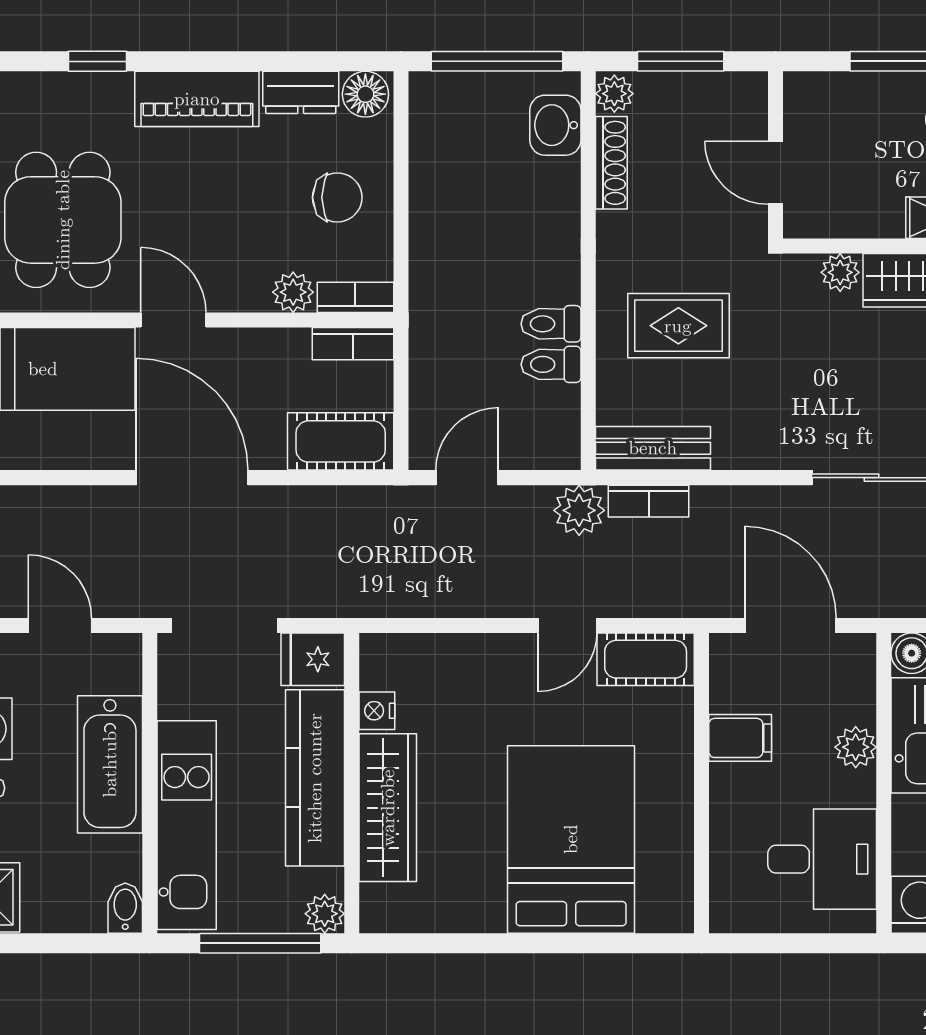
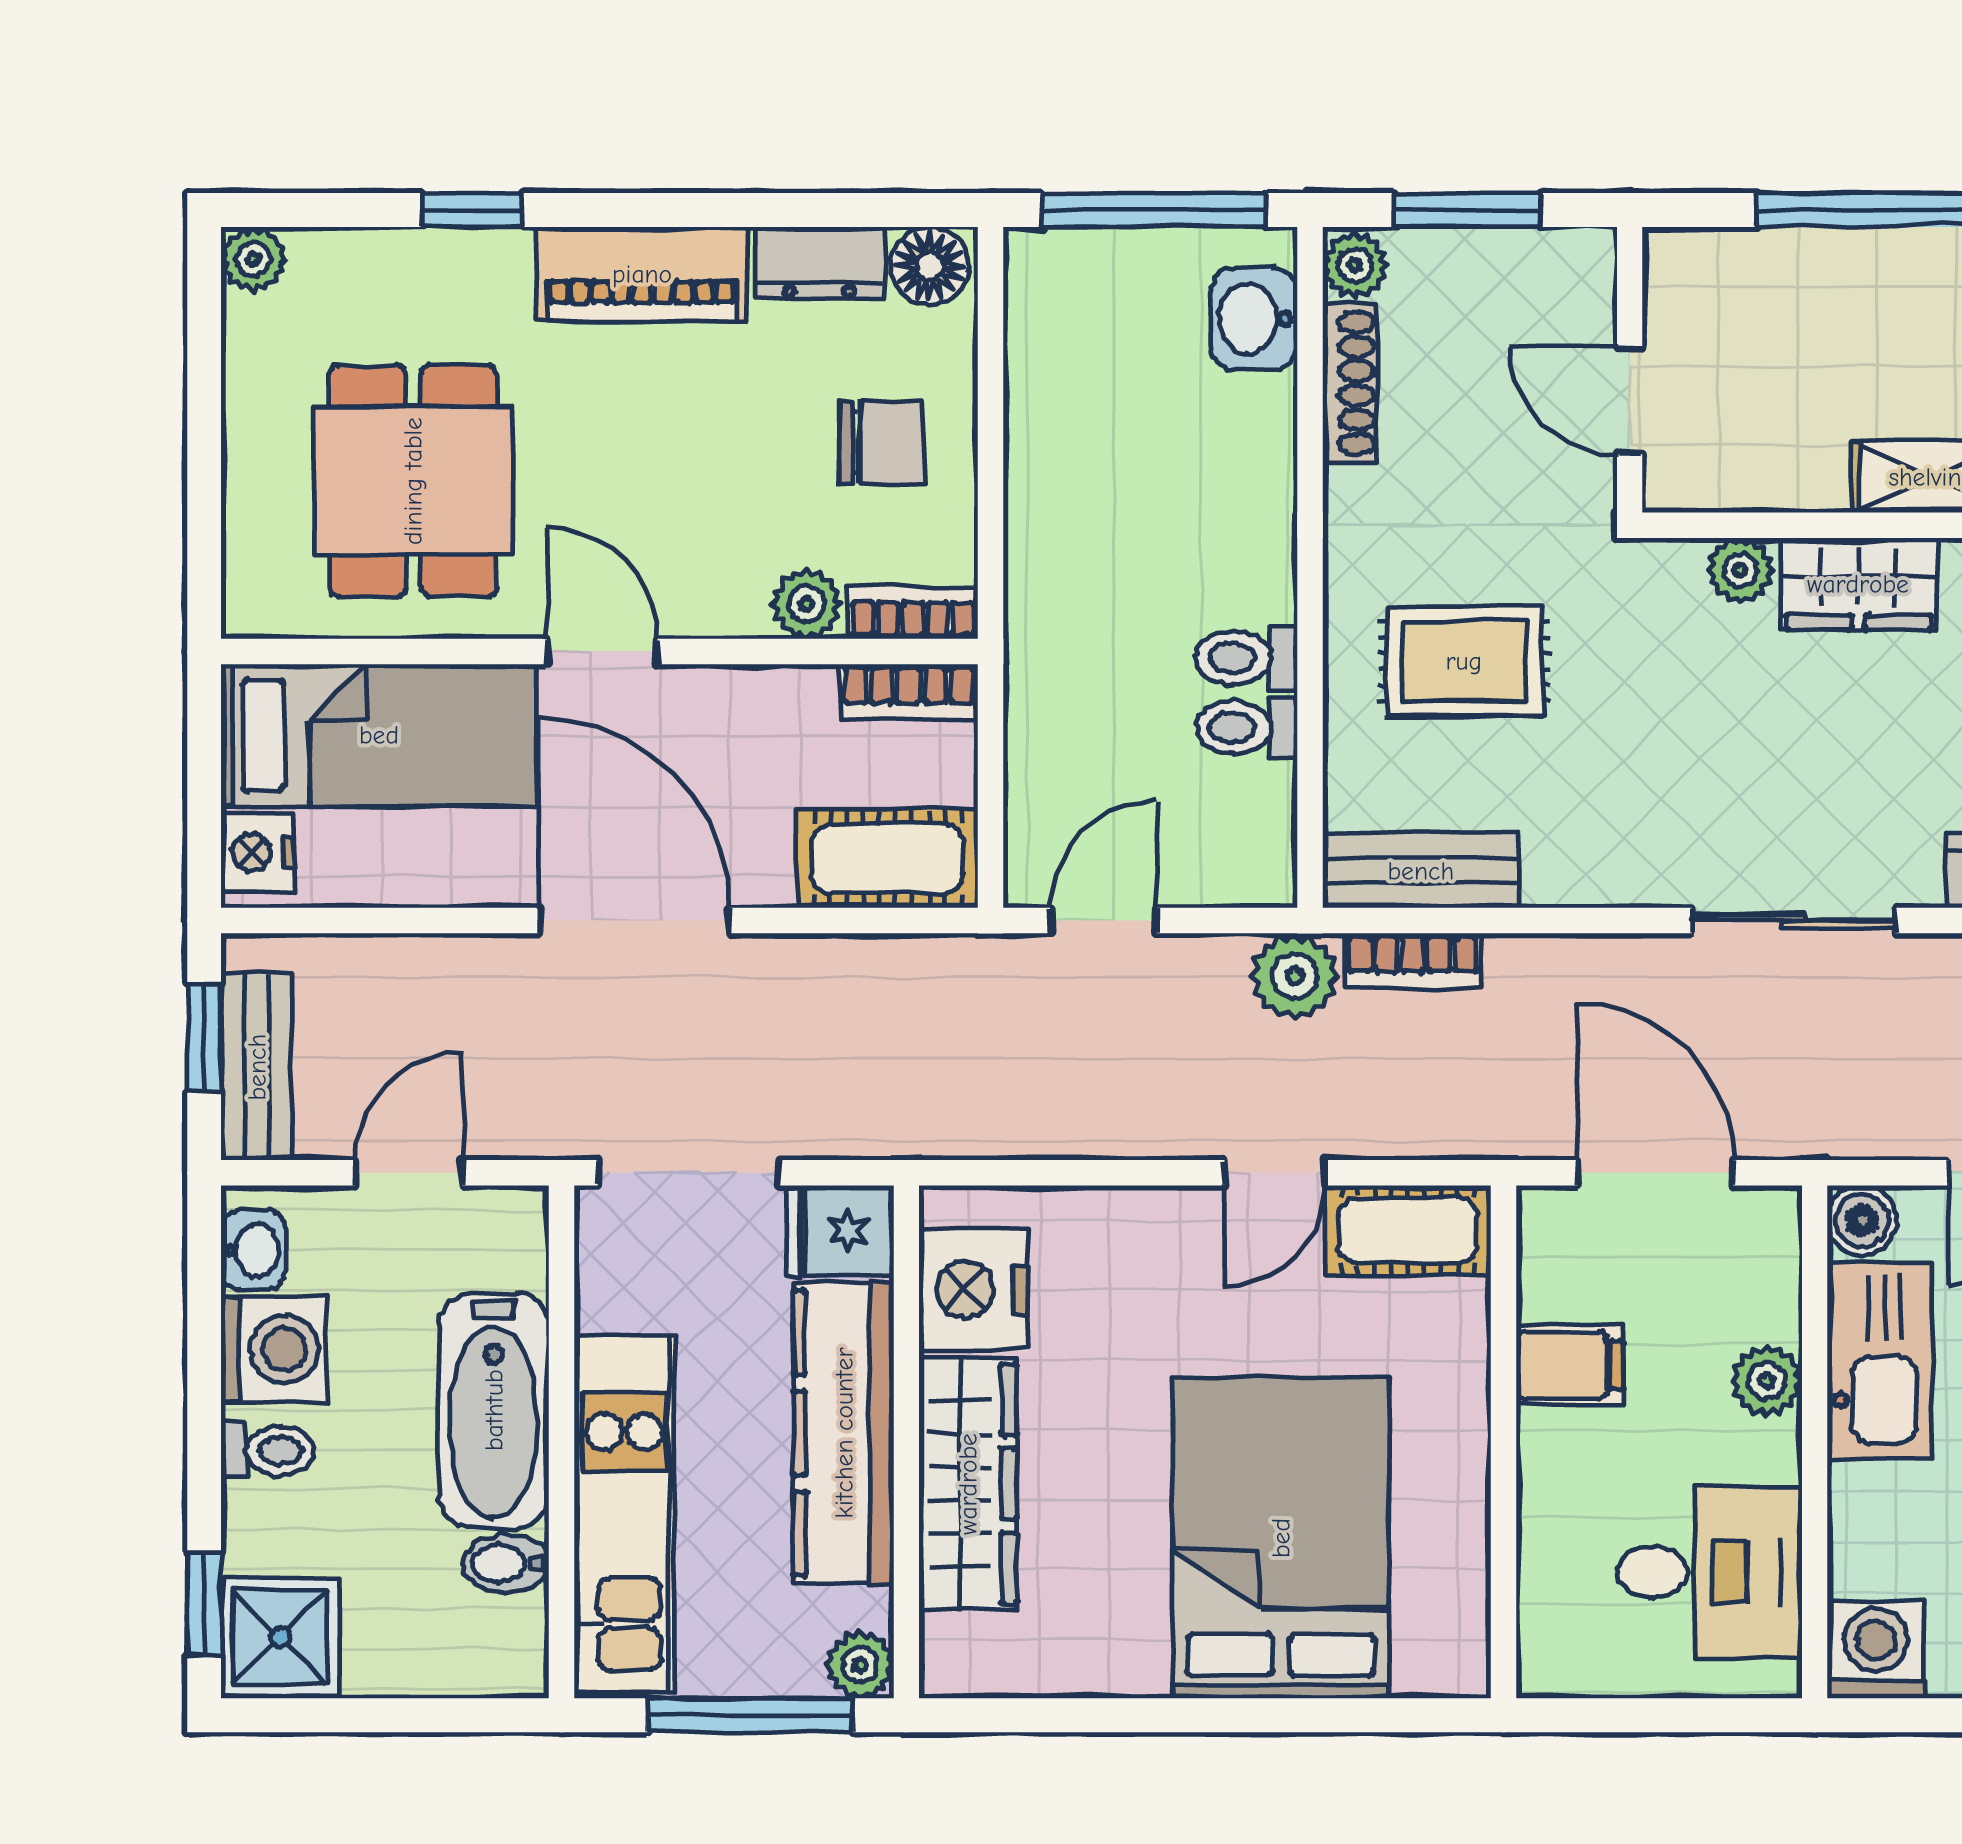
door: (60, 625) -> (408, 1173), hinge flipped
nightstand: (377, 711) -> (974, 1290), width x1.89, depth x1.79
bidet: (125, 908) -> (506, 1563), moved, turned -90

